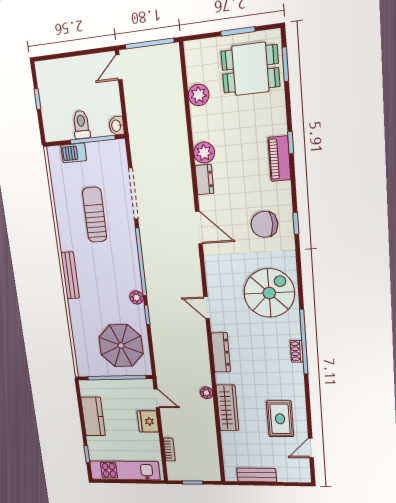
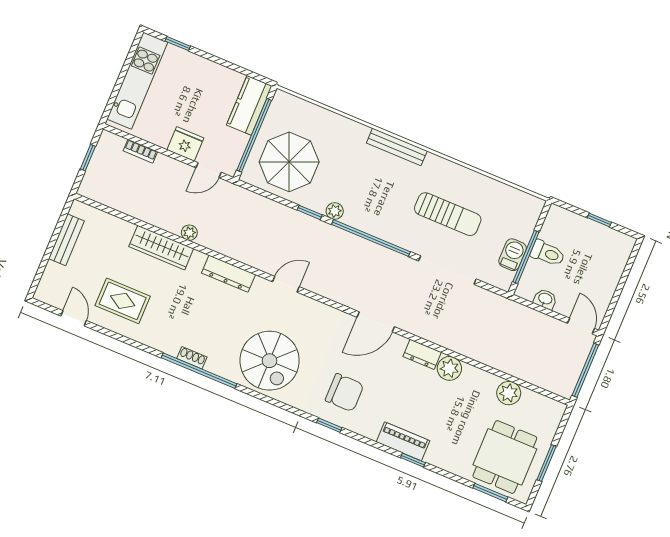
washbasin: (116, 126) -> (545, 299), moved
barbecue: (74, 153) -> (513, 255), moved
chair: (264, 224) -> (345, 393), turned 90
kitchen counter: (93, 416) -> (249, 105), moved, turned 90

